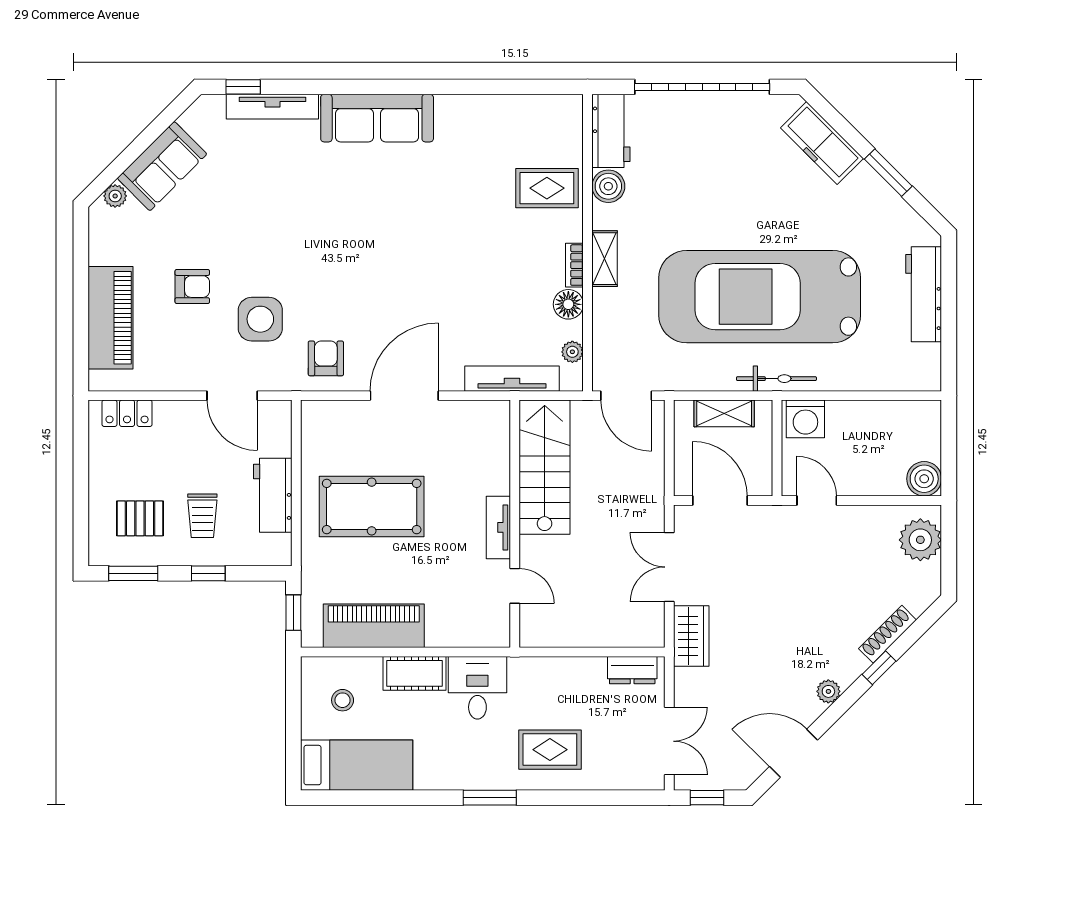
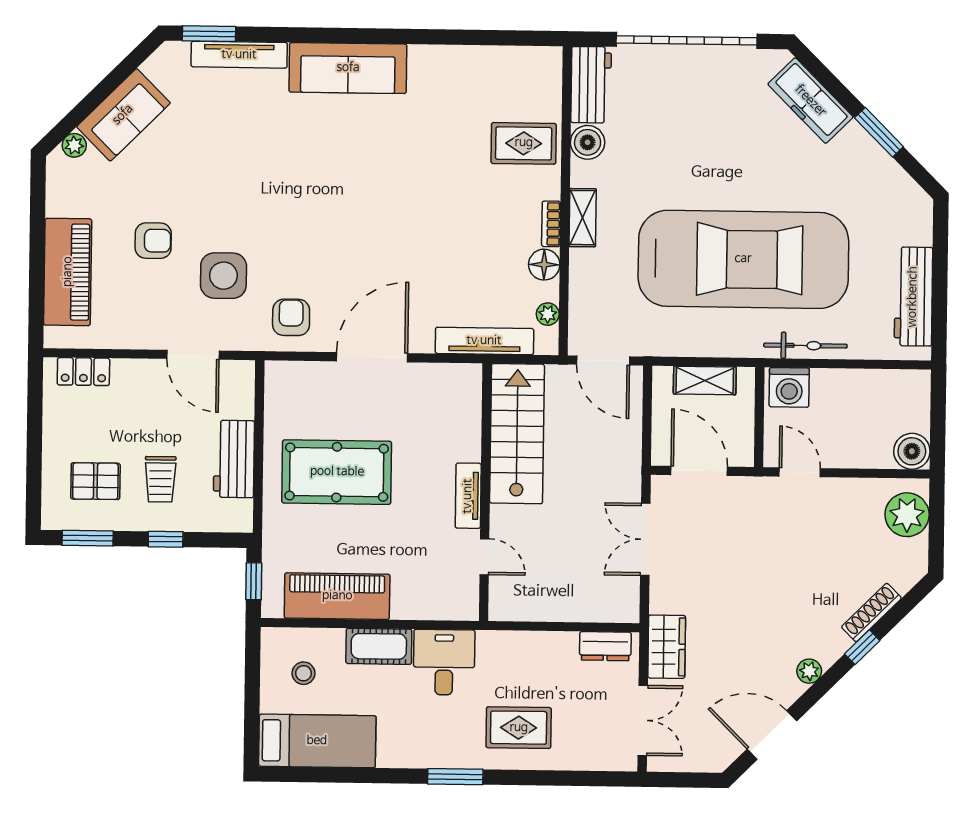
window: (243, 87) -> (209, 34), width x1.50
workbench: (924, 294) -> (913, 297), moved
car: (760, 297) -> (743, 259), turned 180
bicycle: (776, 379) -> (805, 346), moved
wardrobe: (691, 636) -> (667, 647), moved
window: (707, 798) -> (681, 780), removed

